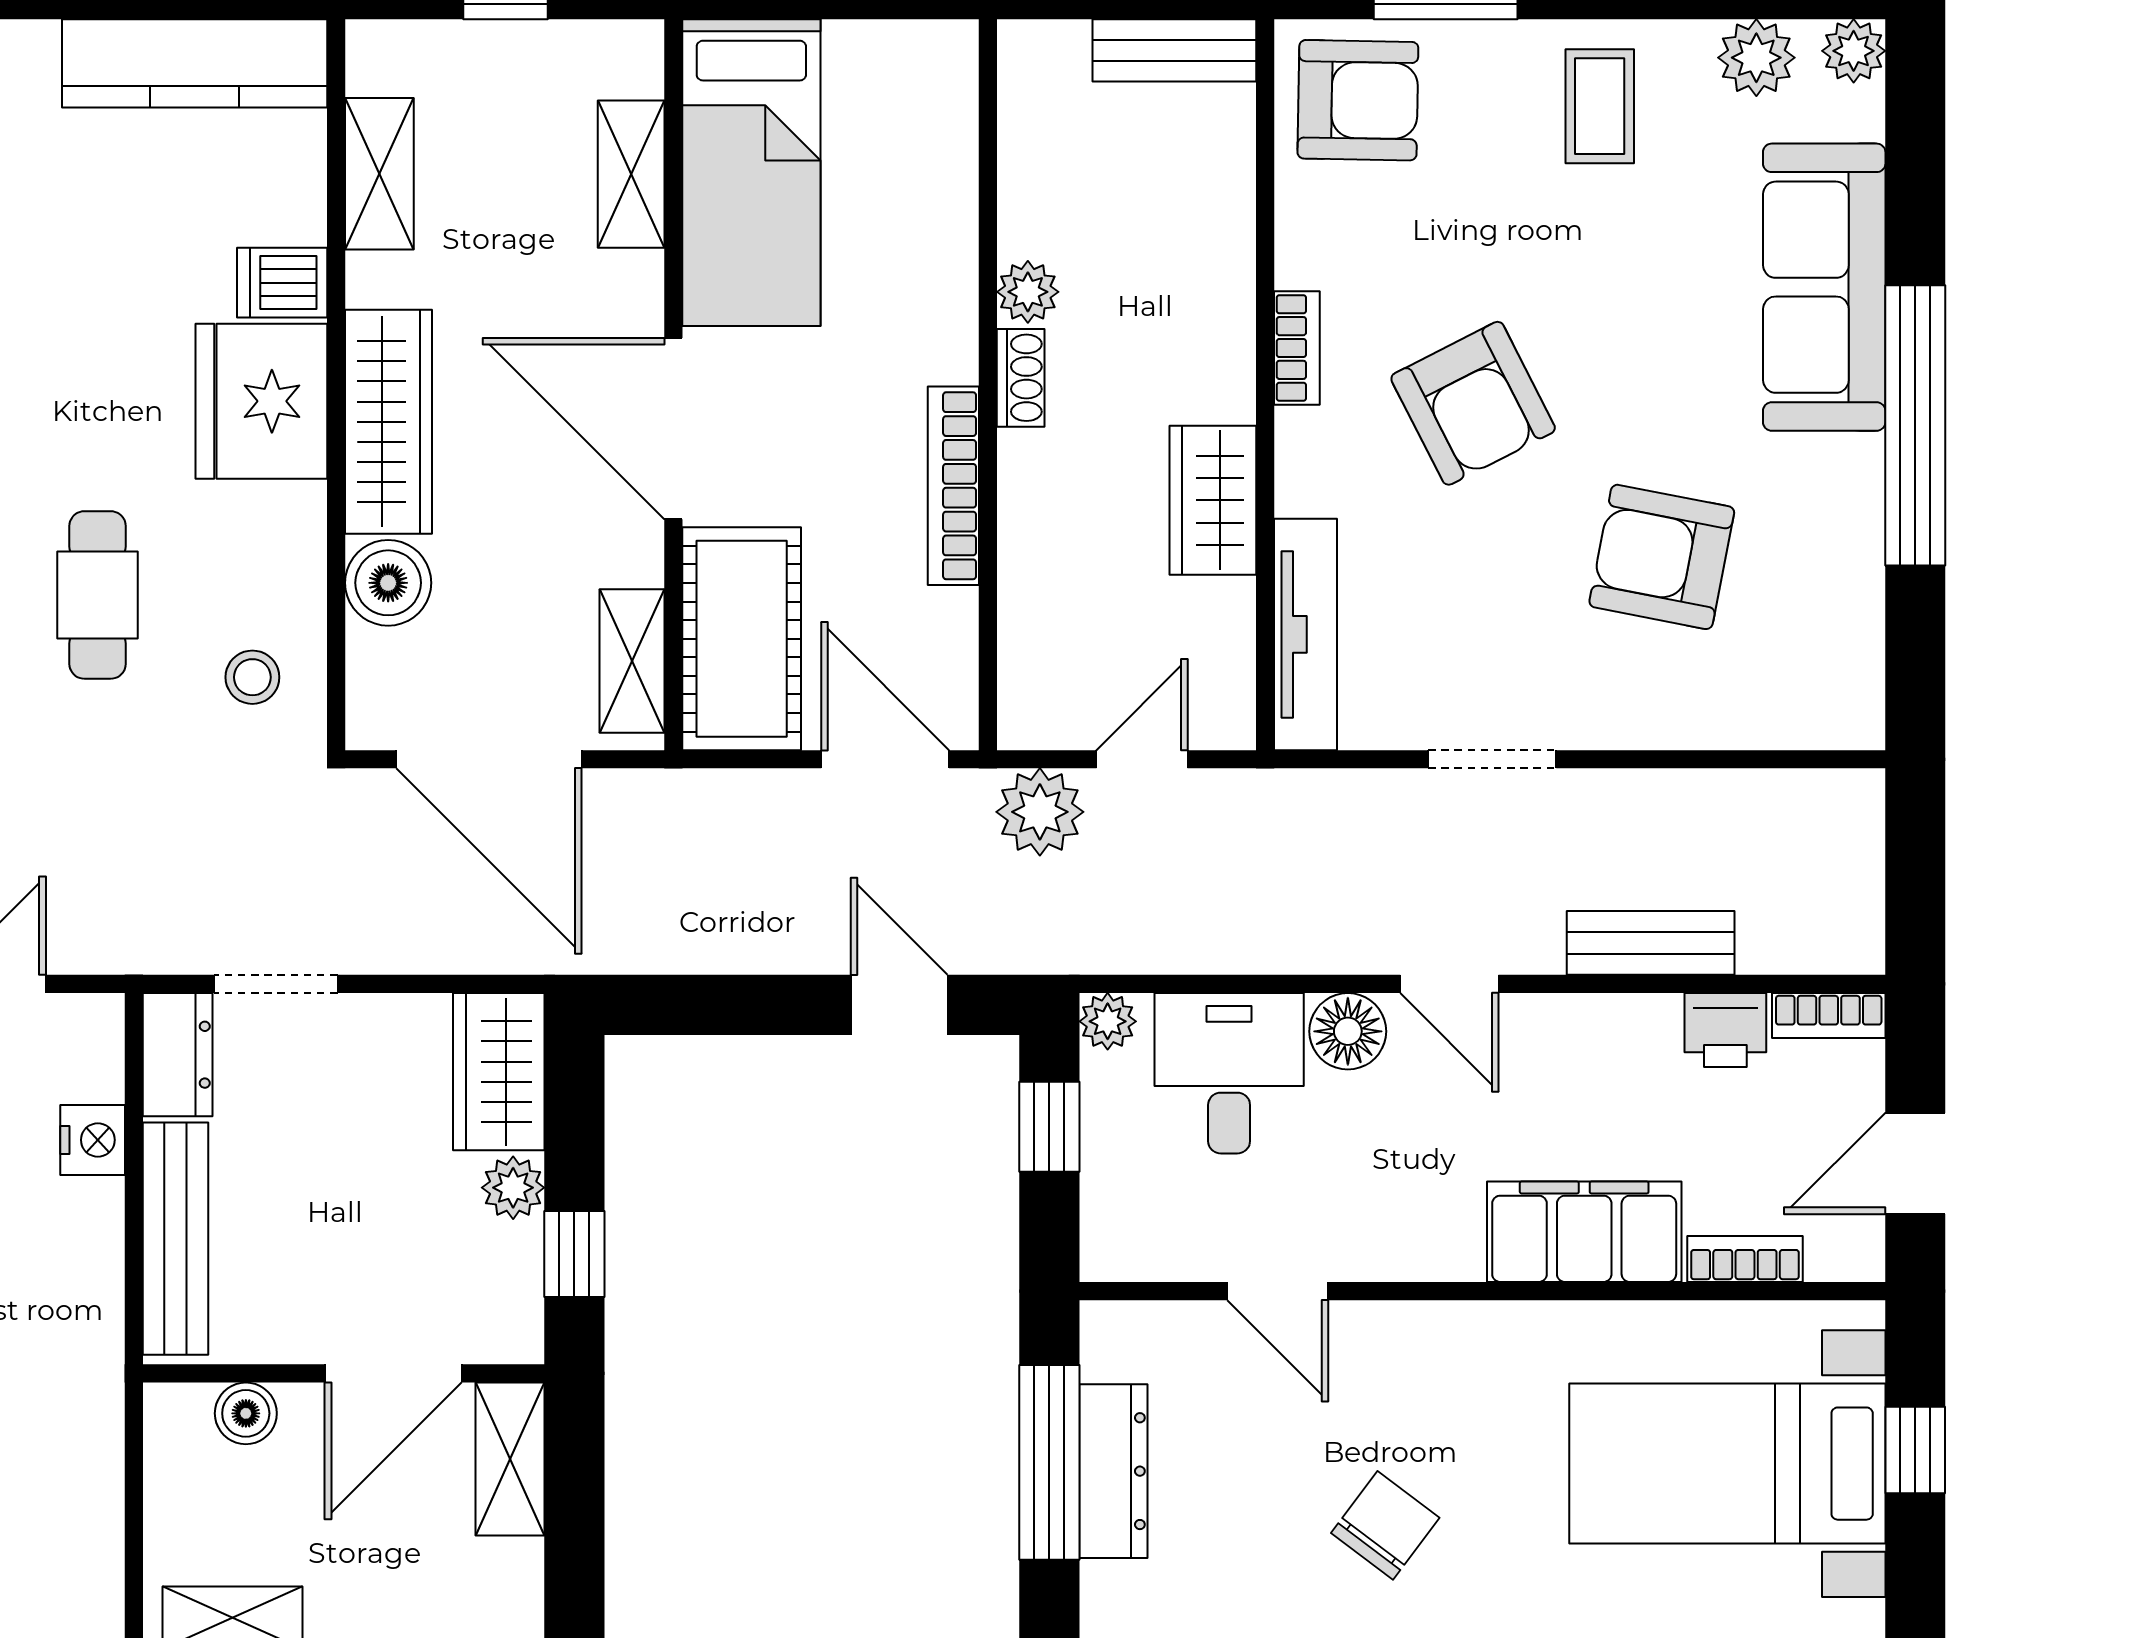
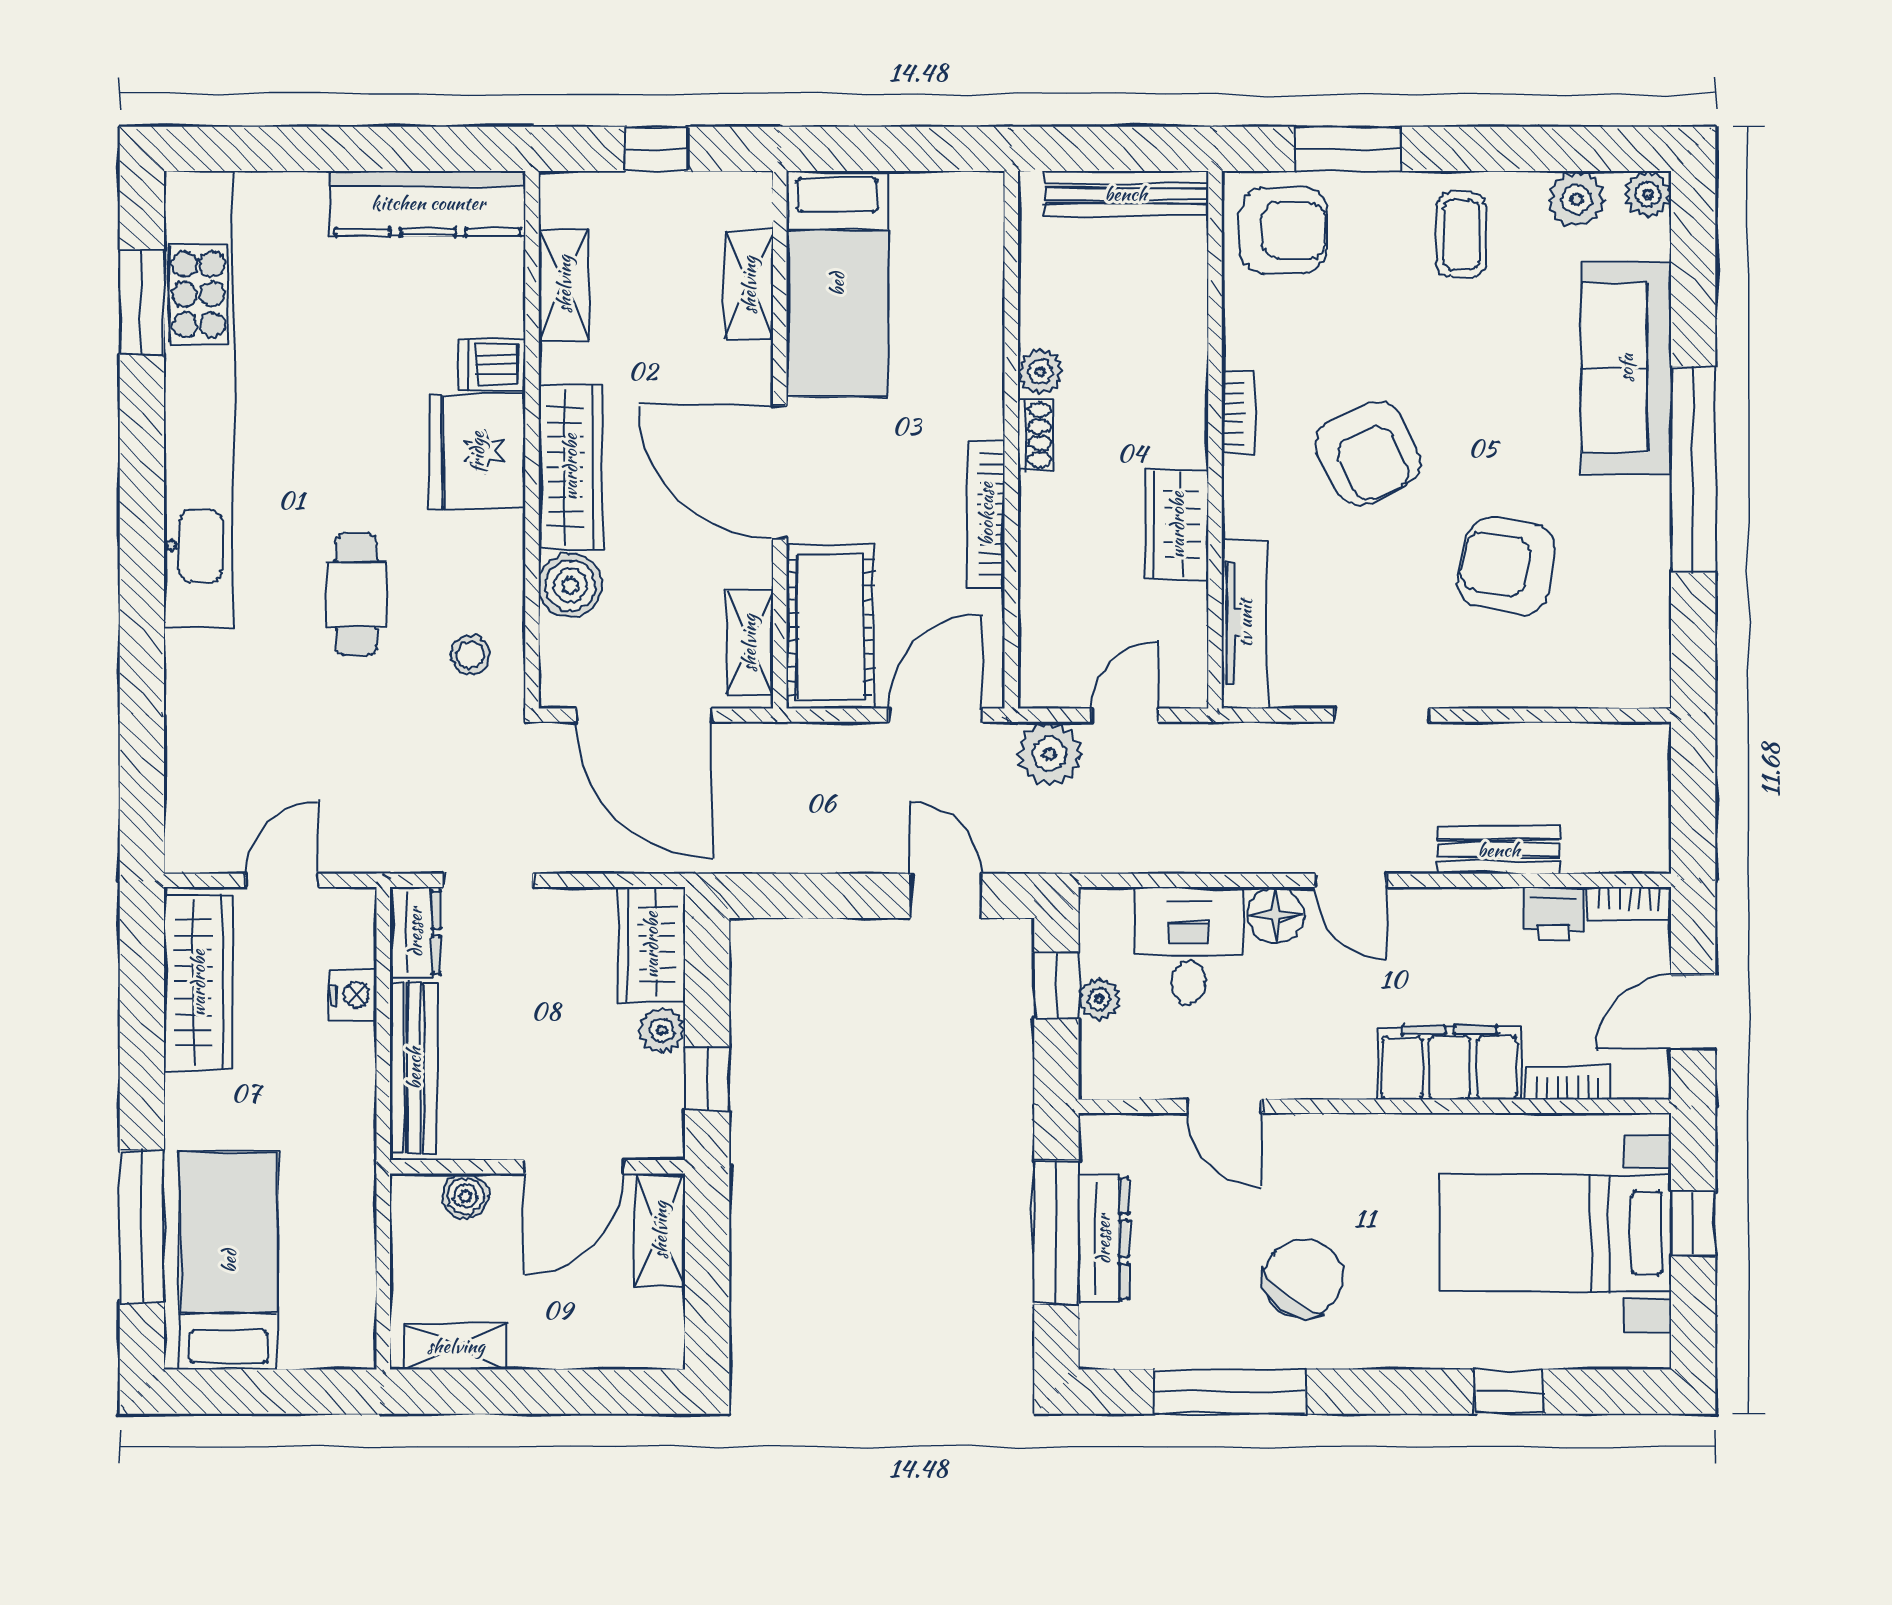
bench: (1174, 50) -> (1126, 194), width x1.36
door: (885, 759) -> (936, 715), hinge flipped
plant: (1108, 1021) -> (1099, 999), moved
chair: (1385, 1525) -> (1303, 1279), width x1.37, depth x1.37

